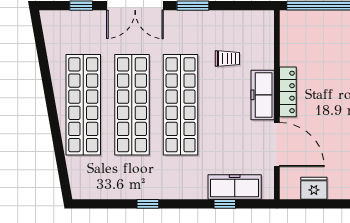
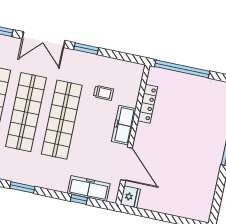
locker: (288, 92) -> (148, 104), moved
fridge: (314, 188) -> (130, 197), moved, turned 90
window: (148, 204) -> (22, 187), width x1.50

